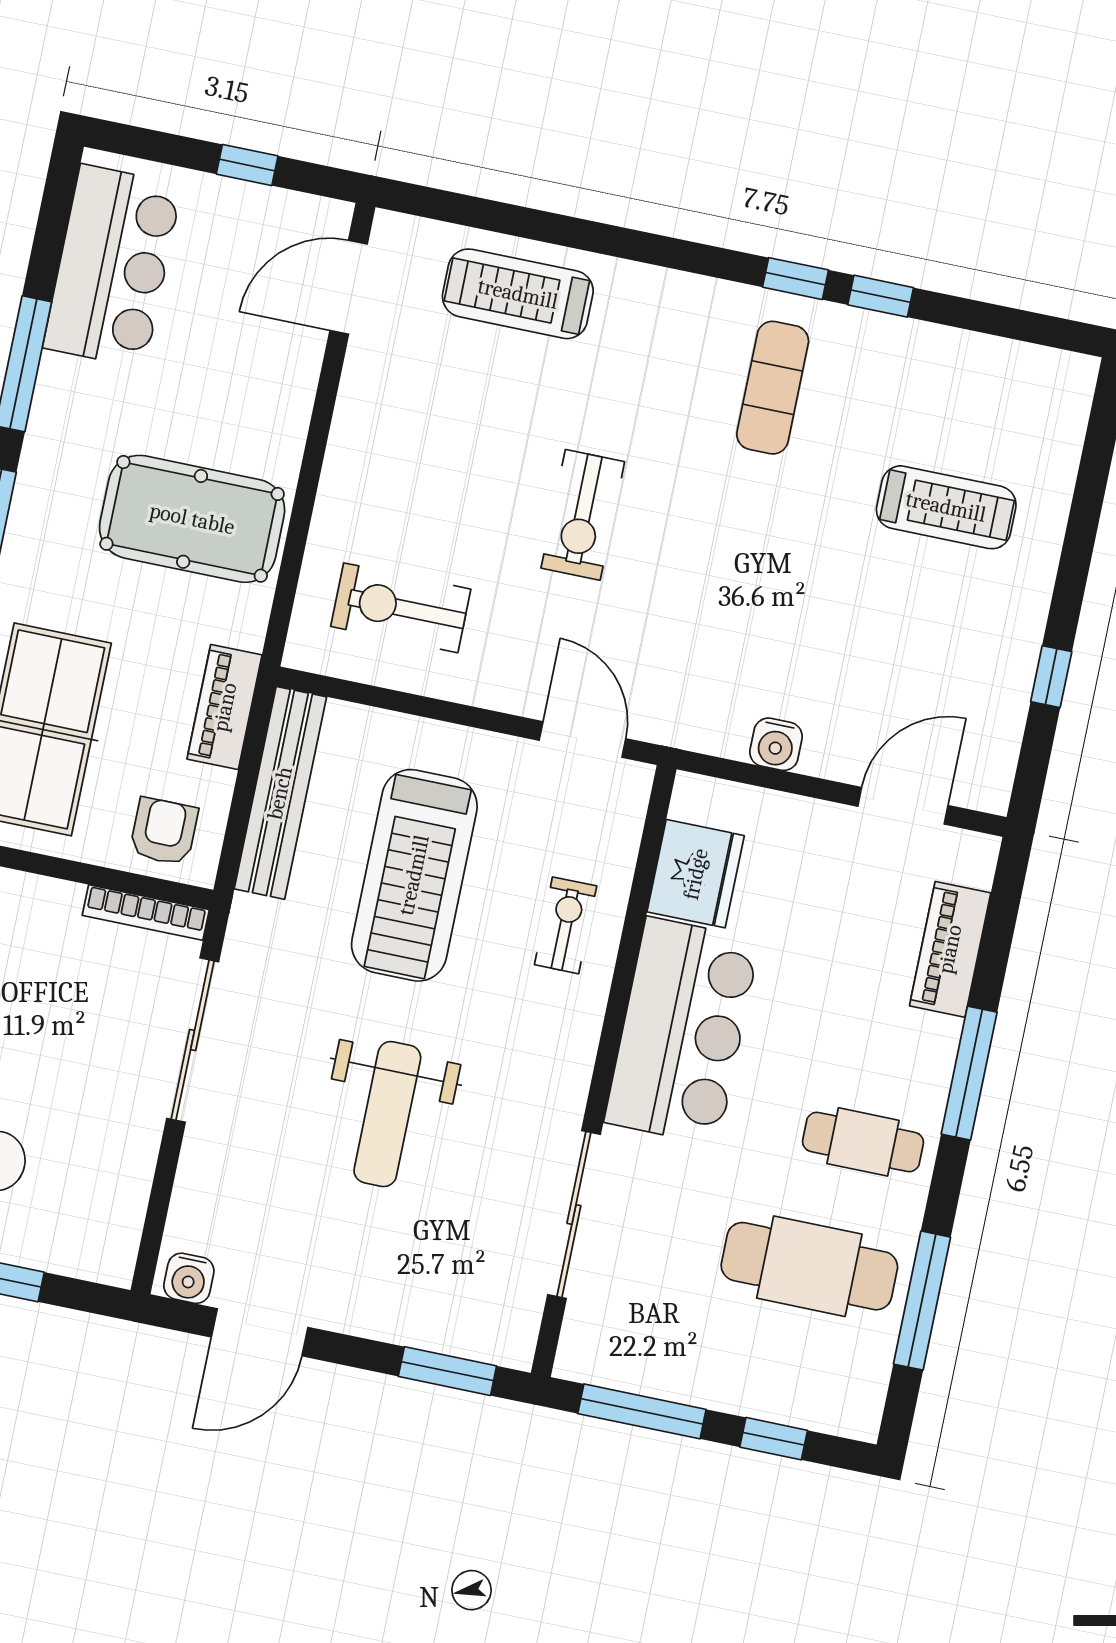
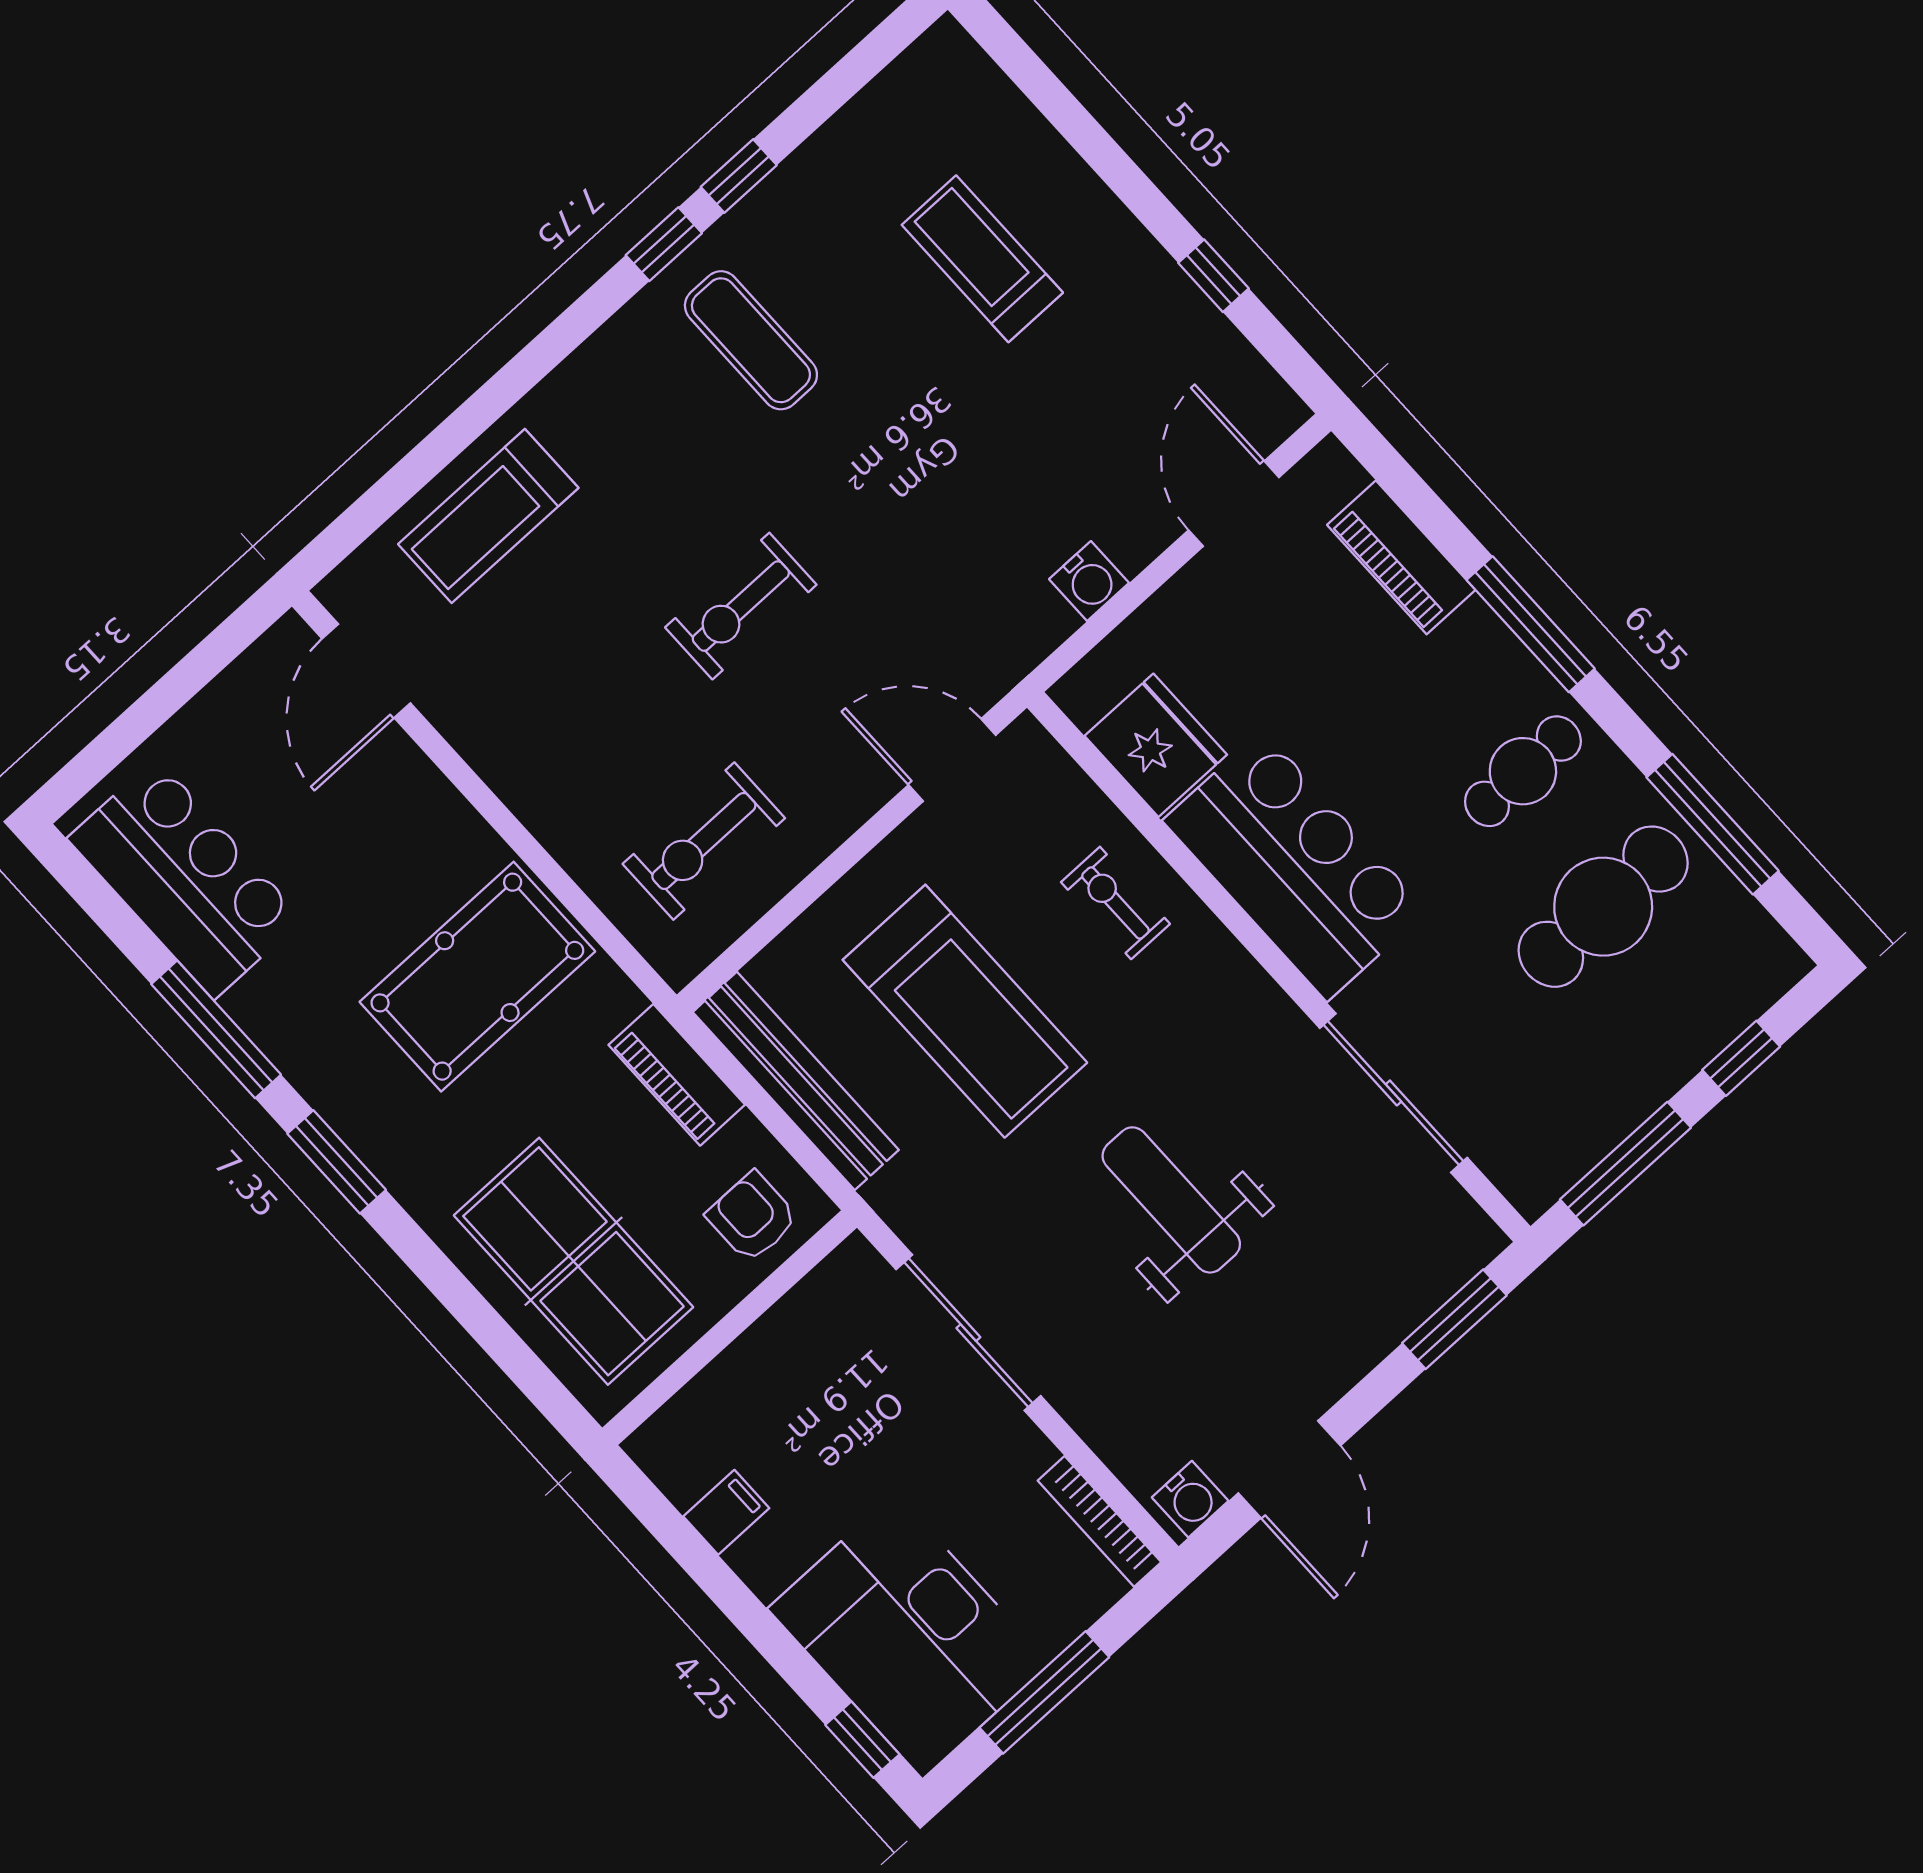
window: (247, 165) -> (182, 683), removed
treadmill: (946, 507) -> (982, 259), turned -90
exercise bike: (583, 515) -> (741, 606), turned 90
bookcase: (146, 913) -> (1099, 1521), moved, turned 90
weight bench: (387, 1114) -> (1171, 1200), turned 180

